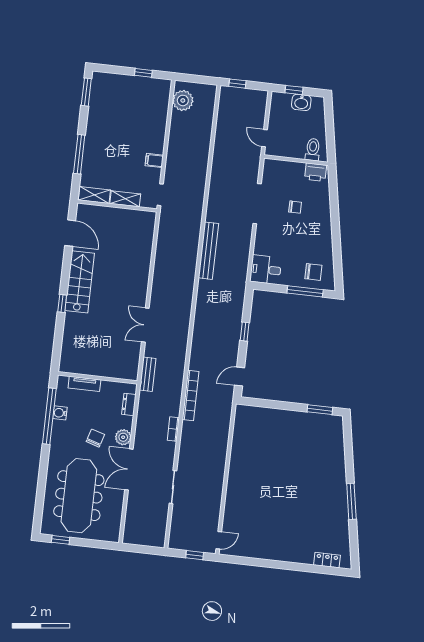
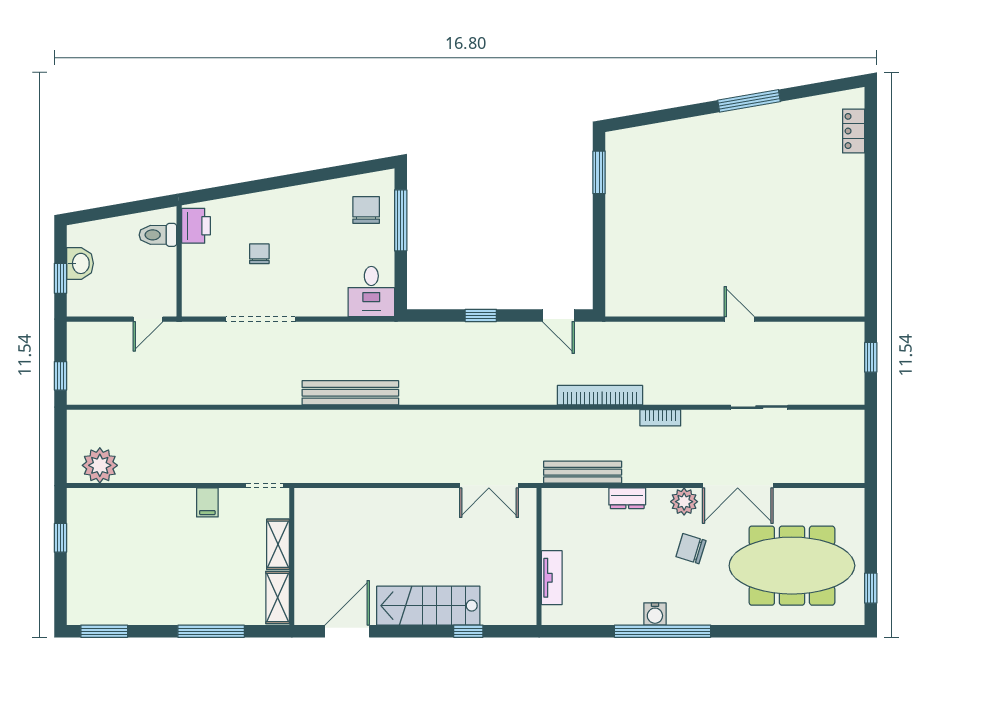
bench: (148, 374) -> (583, 472), width x1.36
wall: (98, 378) -> (539, 557), moved
tv unit: (84, 384) -> (552, 578), moved
door: (219, 540) -> (739, 319), moved

